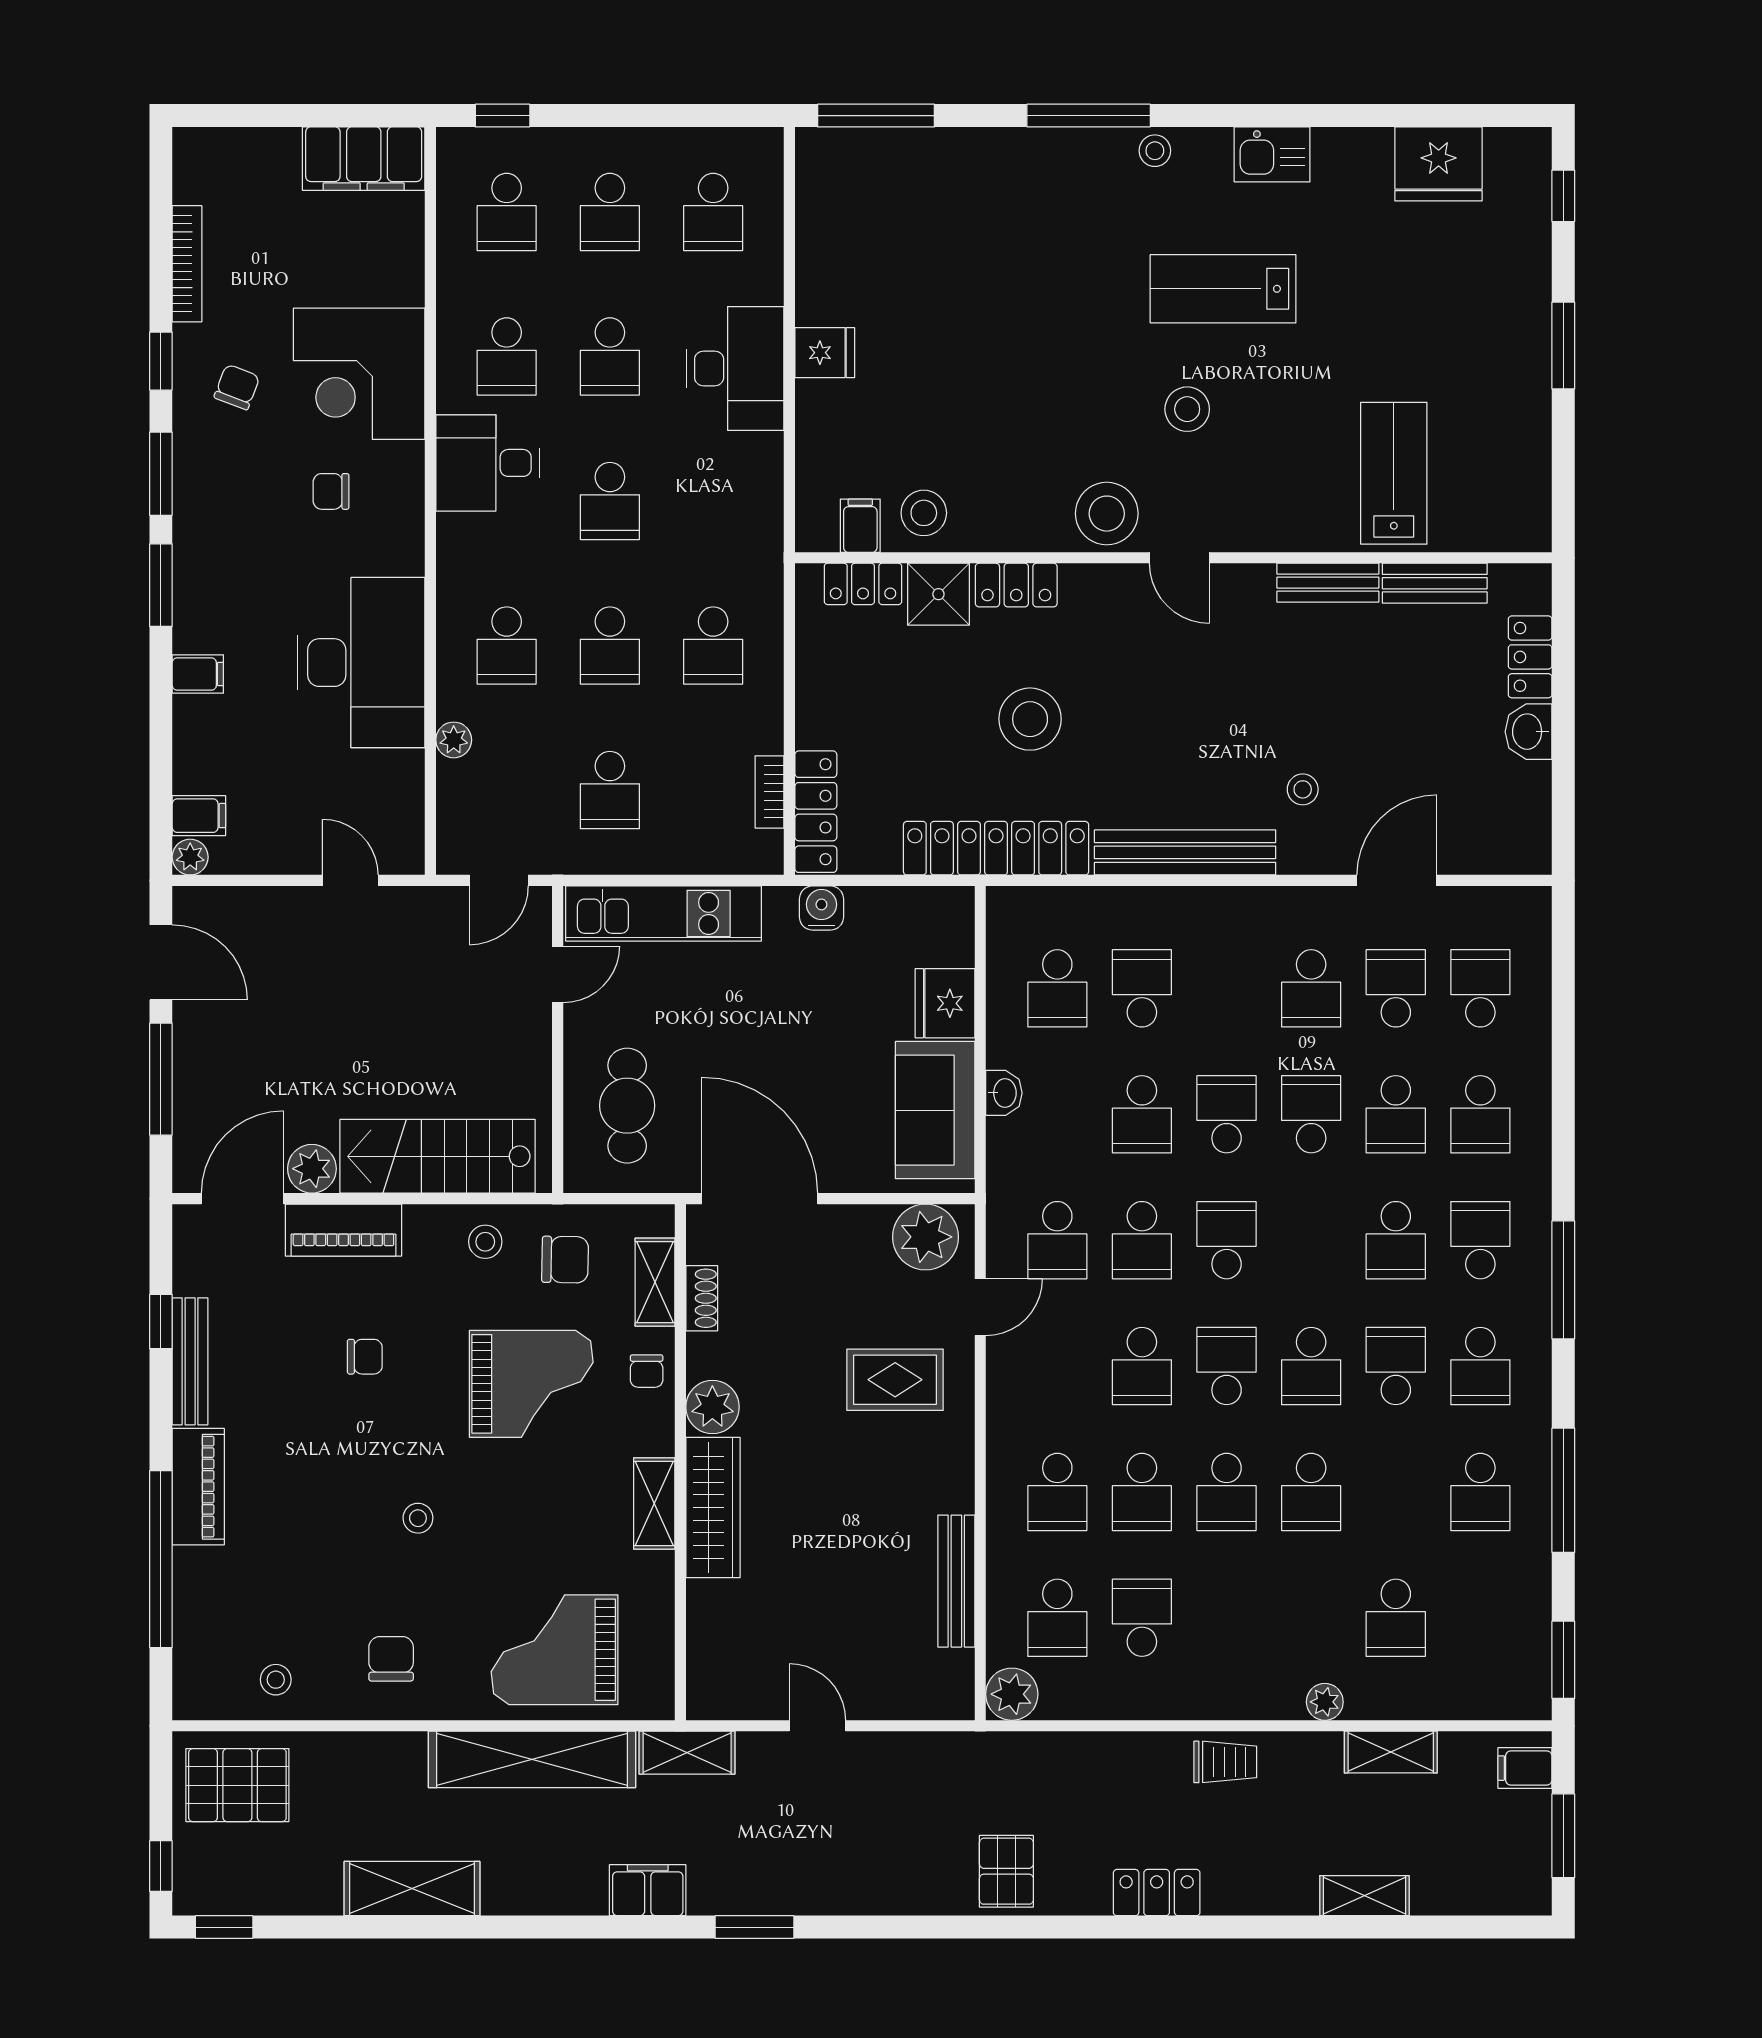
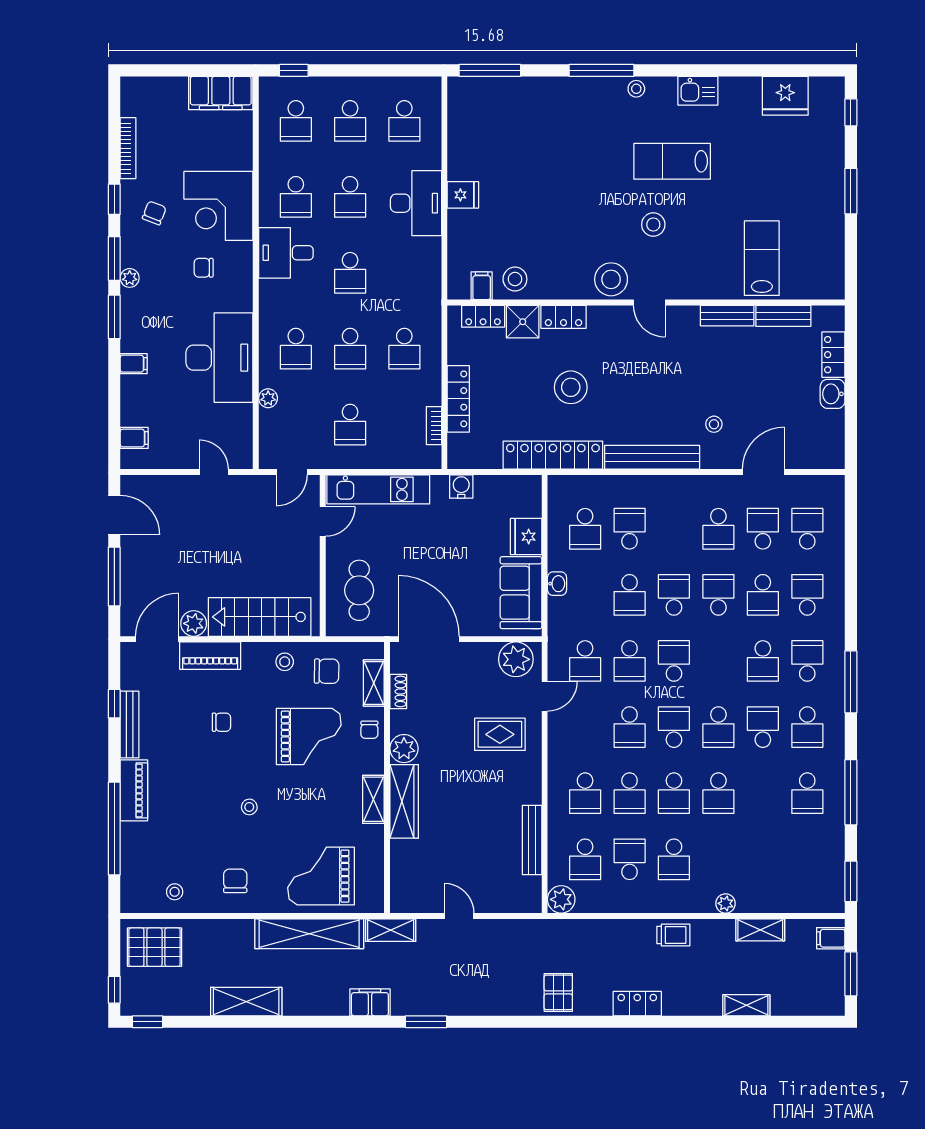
locker: (816, 812) -> (458, 399), moved
plant: (190, 857) -> (130, 278), moved
school desk: (1480, 1114) -> (807, 595), turned 180
school desk: (1396, 1618) -> (674, 859), moved

